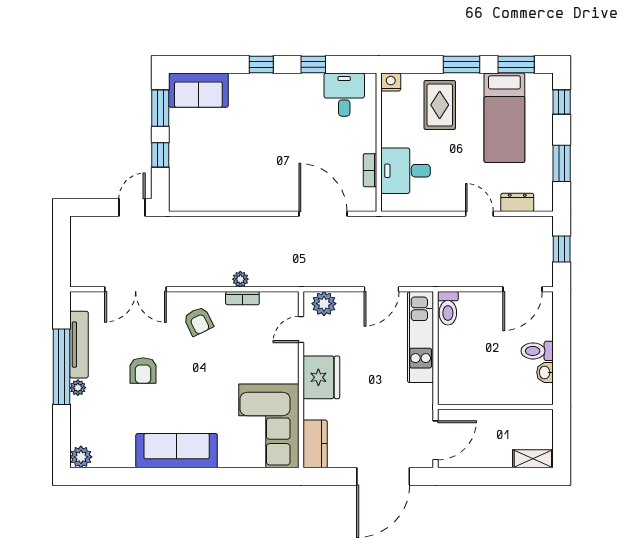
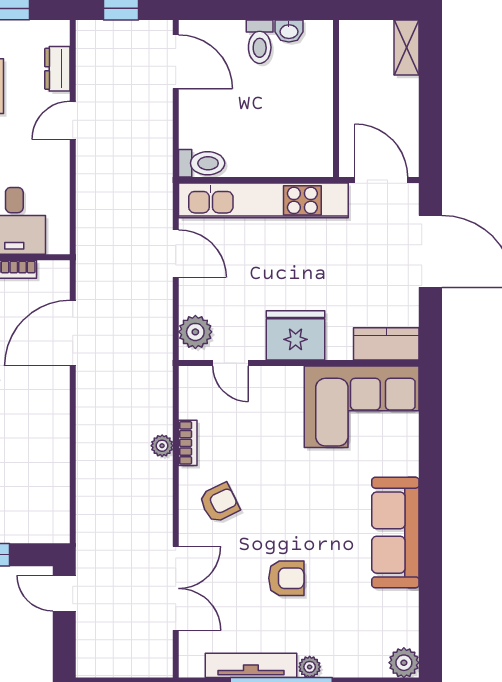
kitchen unit: (421, 337) -> (263, 200), width x1.36

